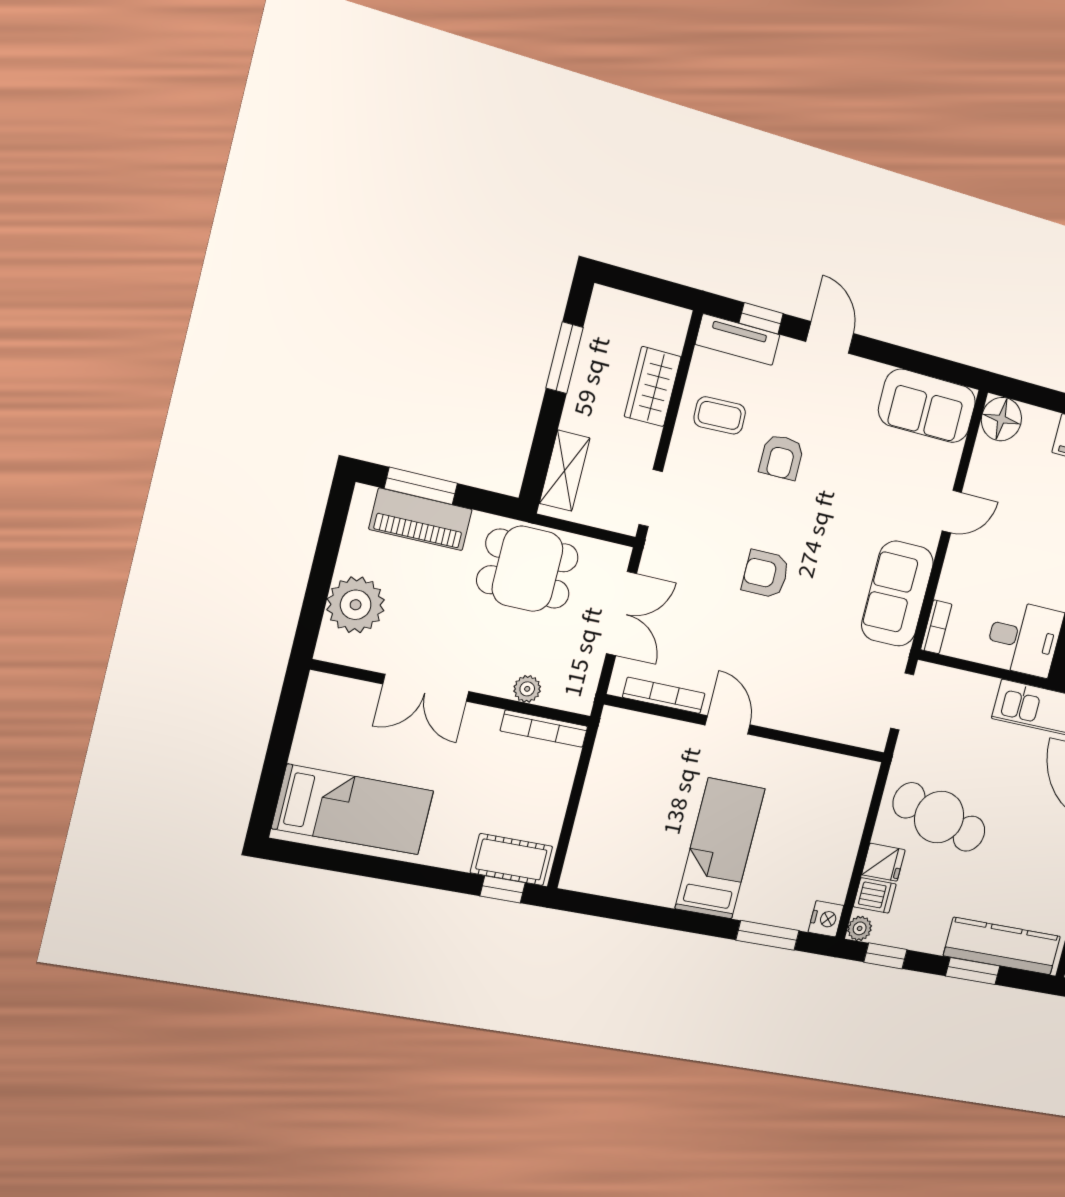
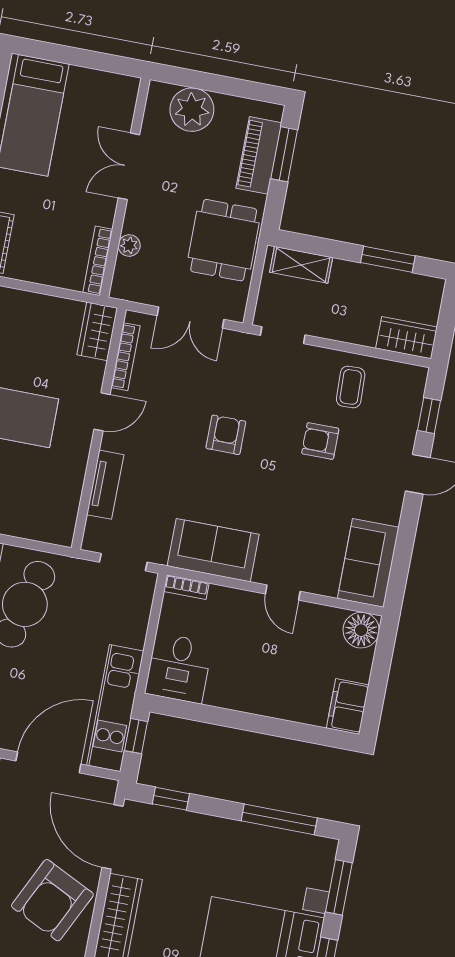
tv unit: (738, 340) -> (105, 485), moved, turned 180
wardrobe: (653, 387) -> (406, 338), moved
wardrobe: (631, 730) -> (97, 331), added

